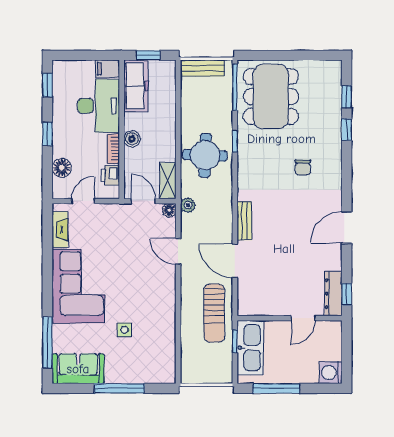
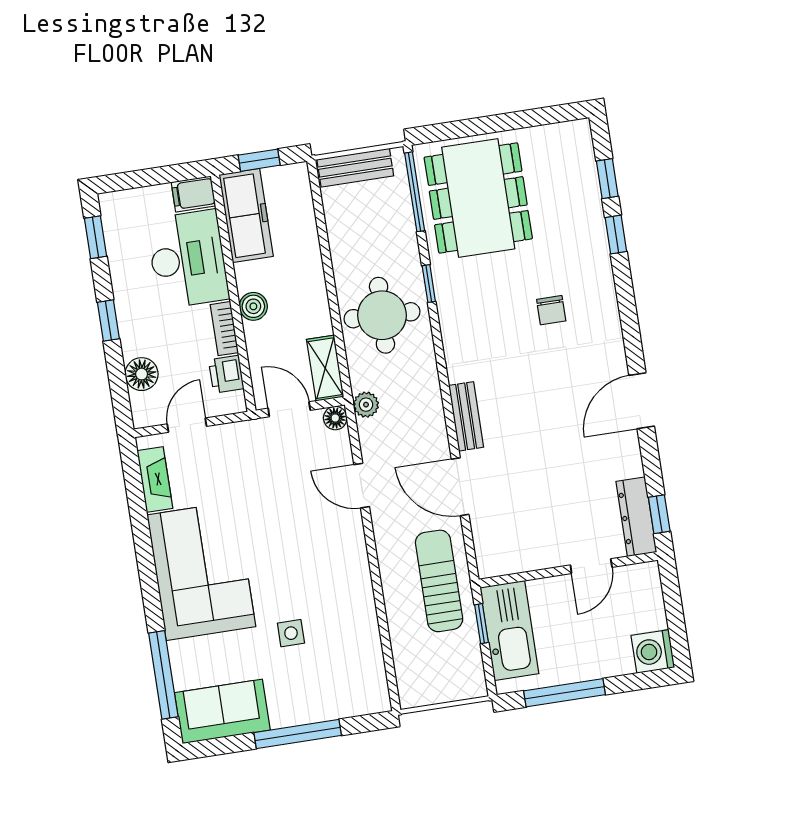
sun lounger: (214, 313) -> (439, 581), turned 180

